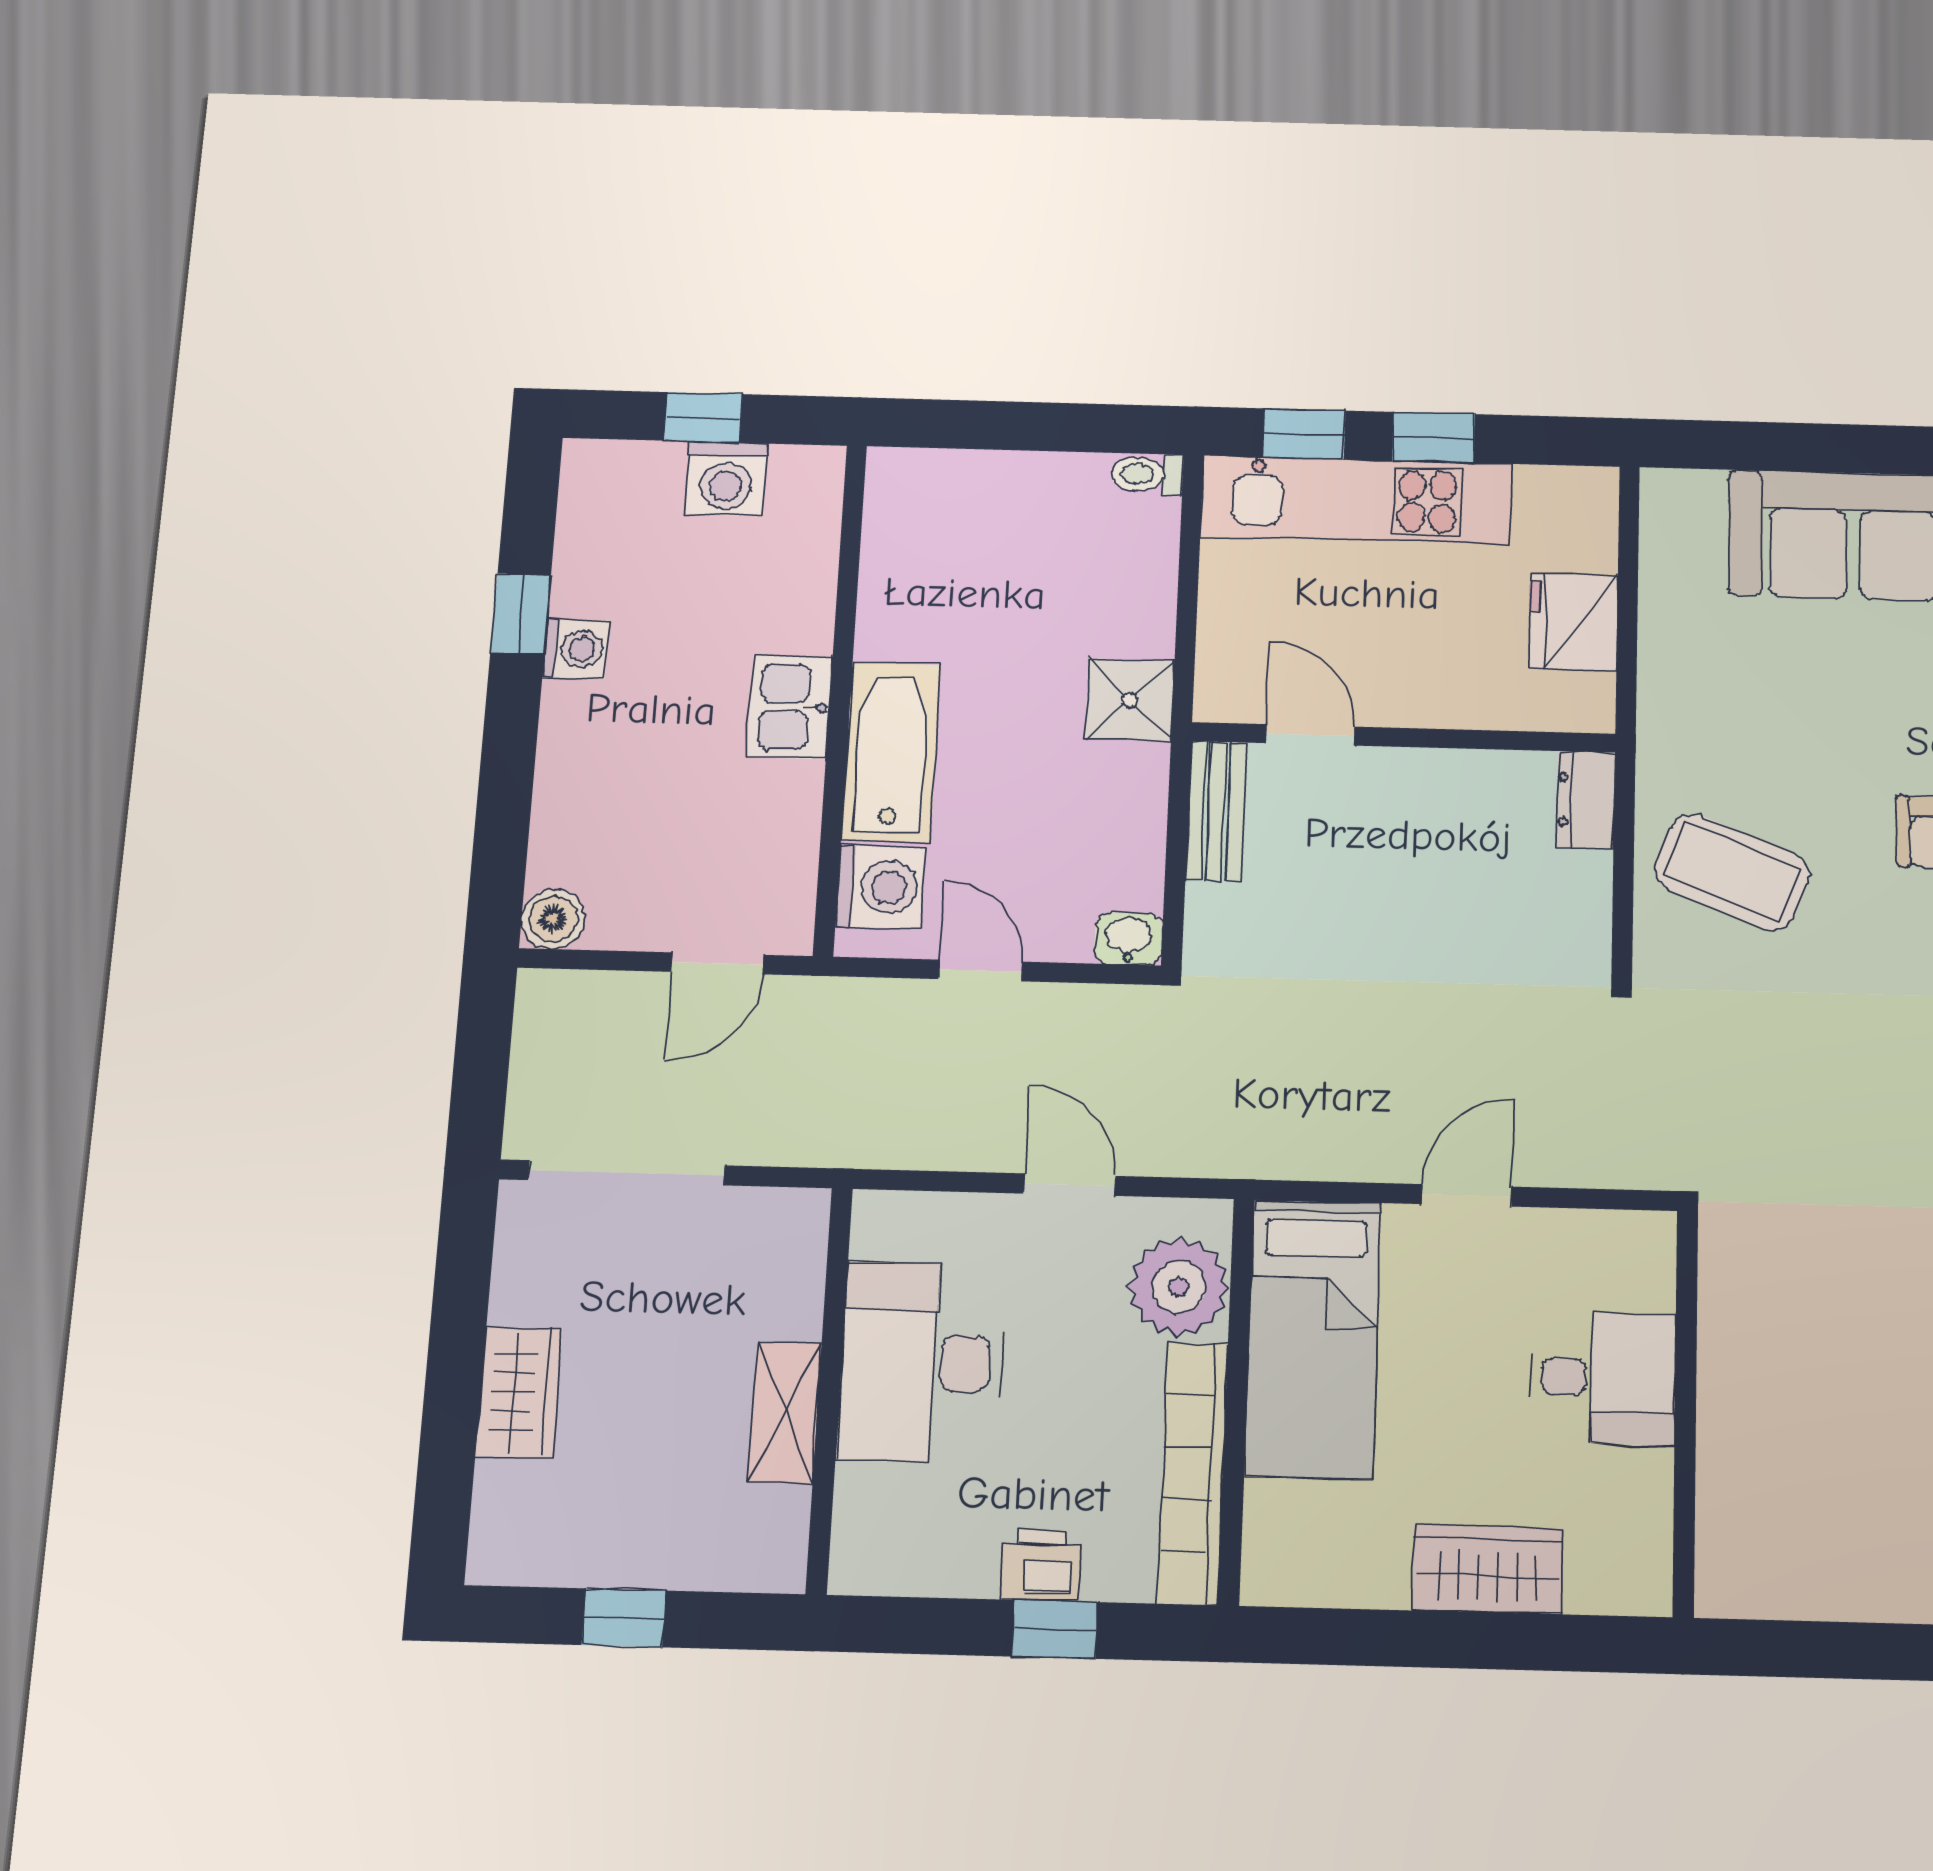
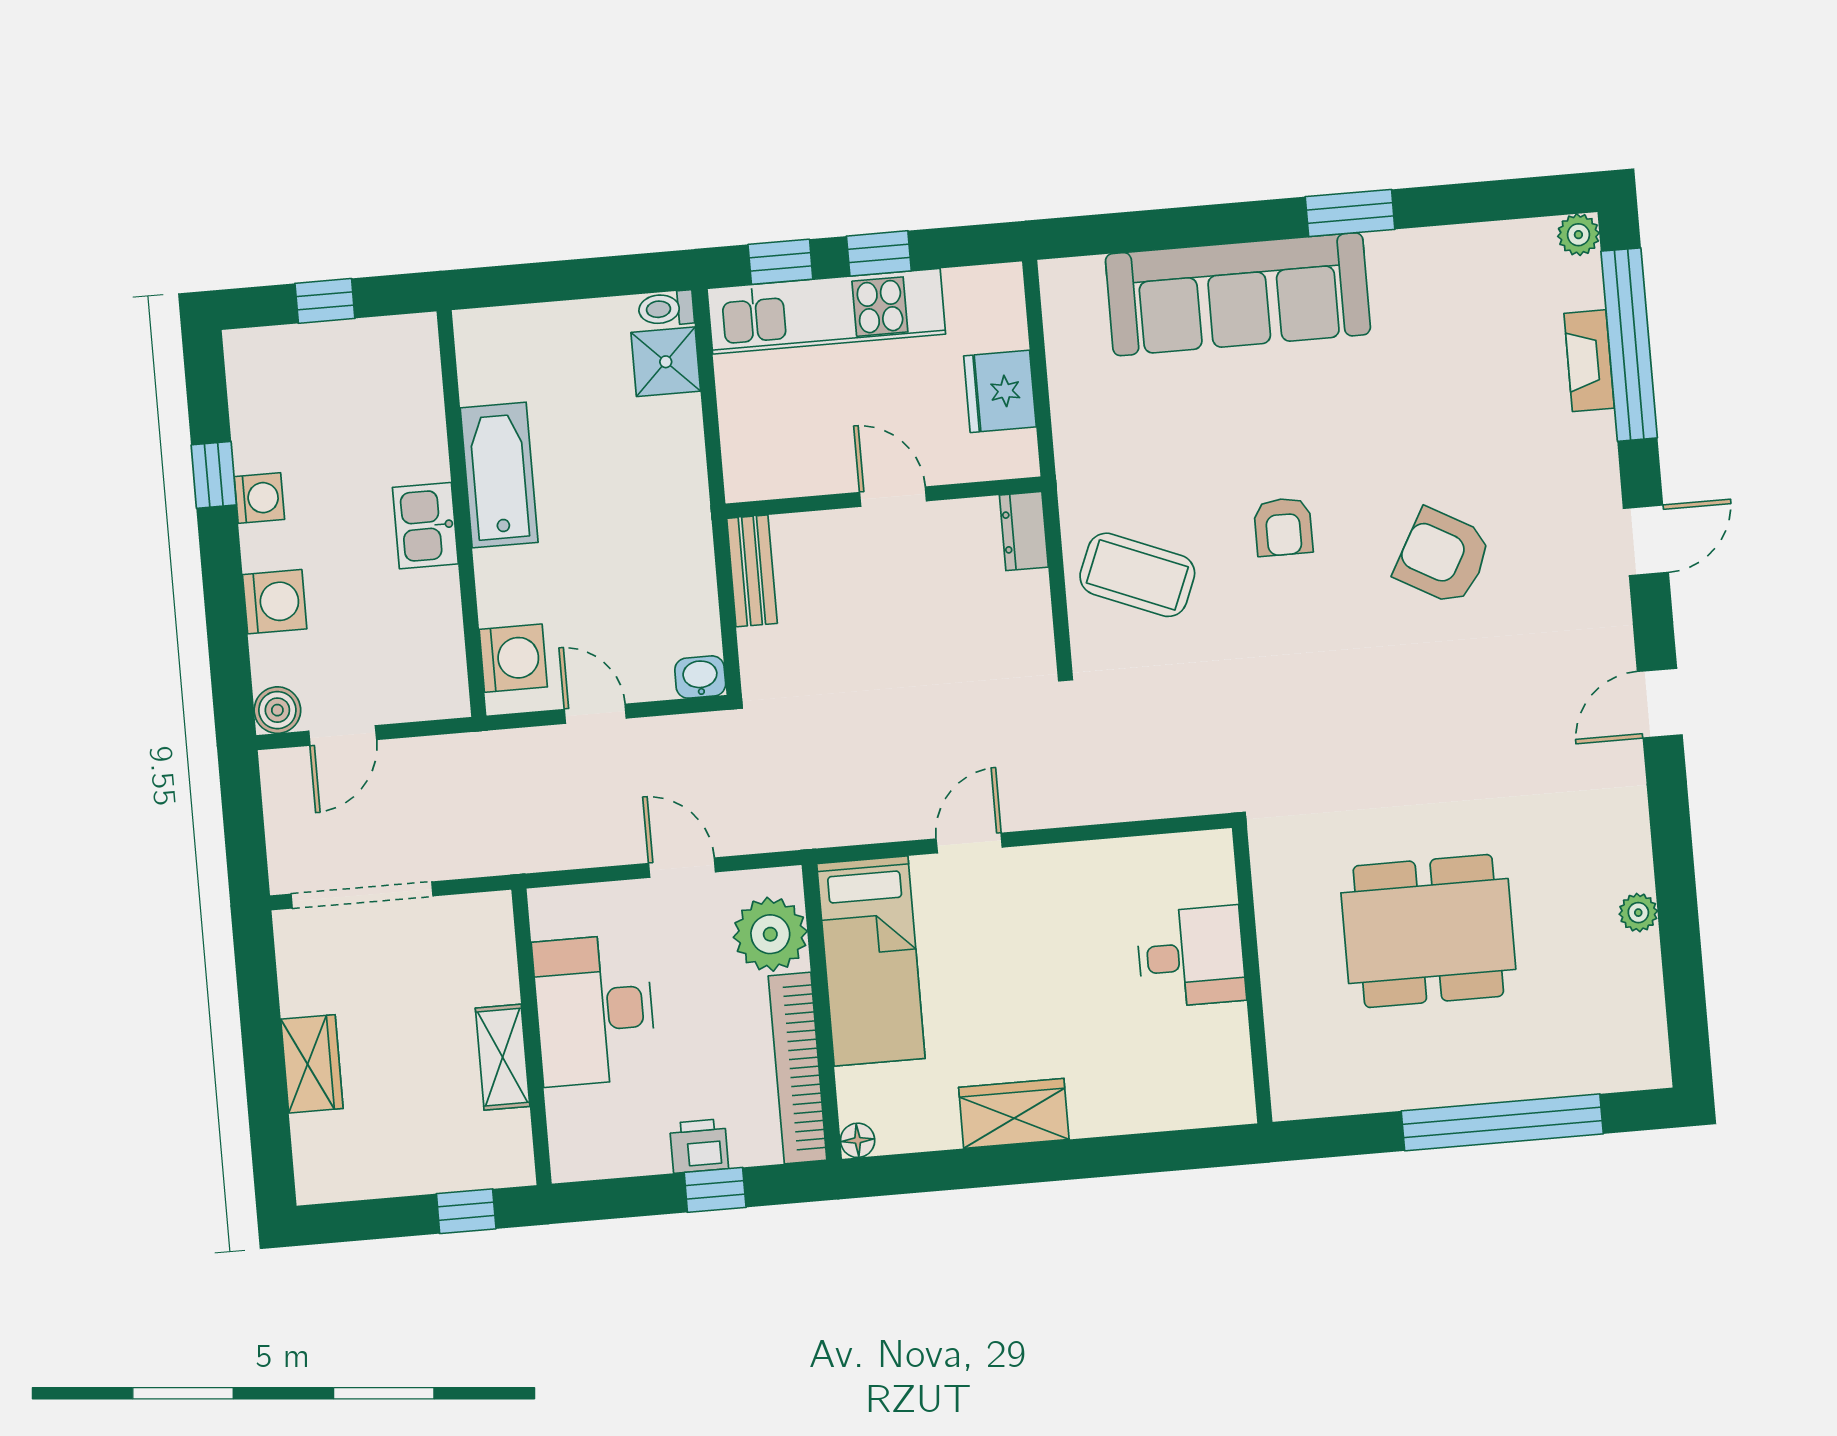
washing machine: (726, 479) -> (275, 602), moved, turned -90
shower: (1130, 700) -> (666, 362), moved
door: (1310, 735) -> (893, 497), moved
bathtub: (891, 752) -> (499, 475), moved
door: (718, 963) -> (343, 735), moved
desk: (1603, 1378) -> (1191, 957), moved
wall: (1685, 1412) -> (1252, 975), moved
floor lamp: (1264, 1582) -> (858, 1140), added
window: (624, 1618) -> (466, 1211), moved

